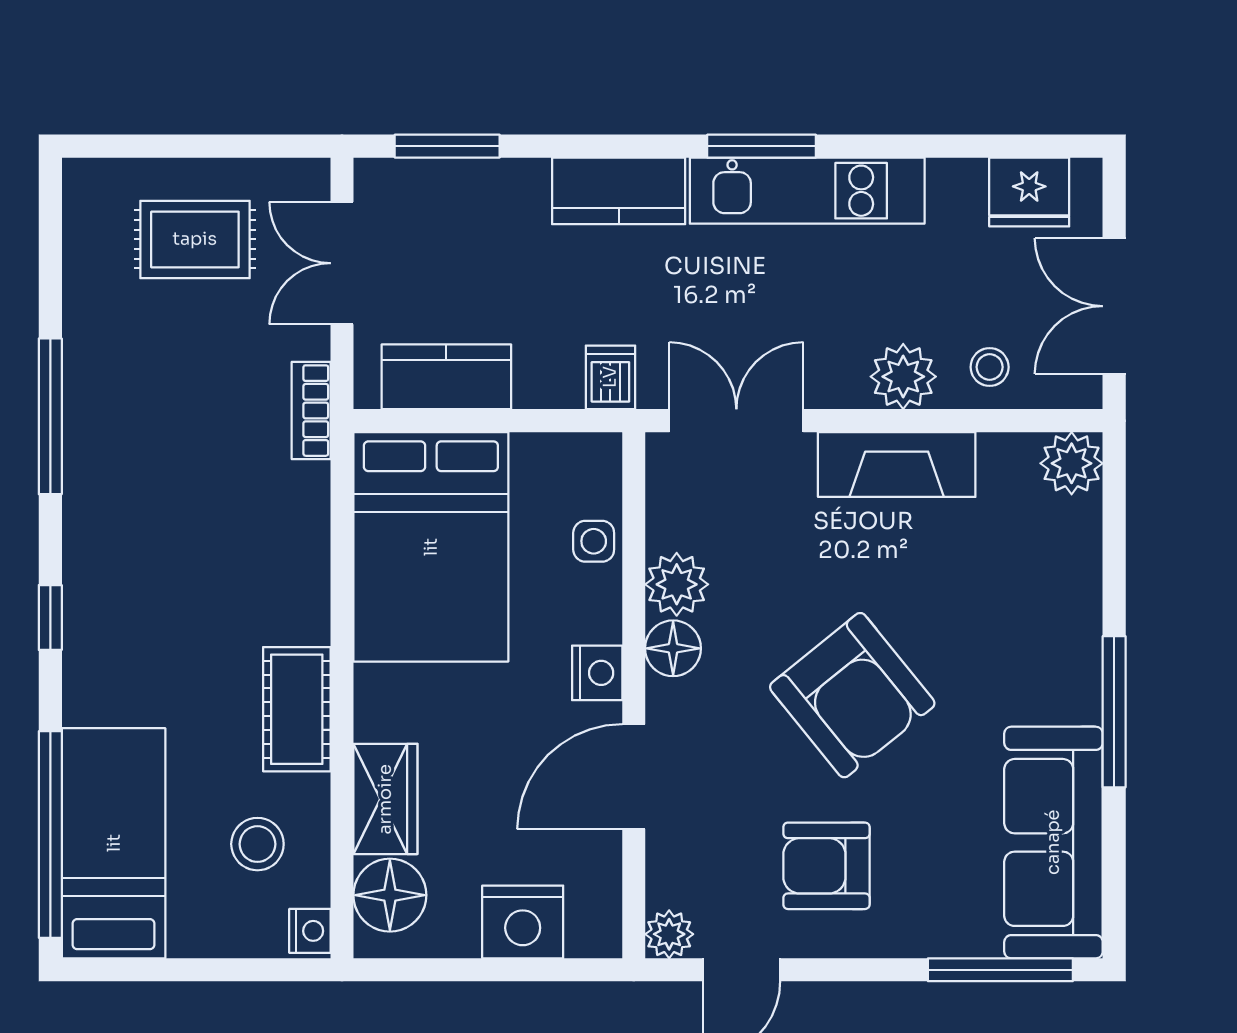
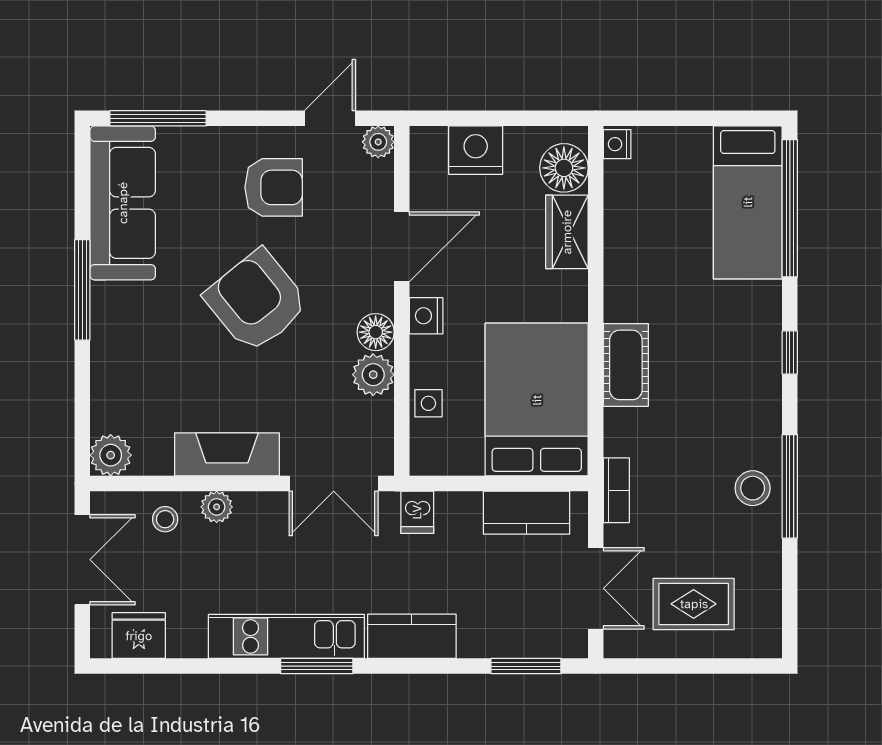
plant: (903, 377) -> (217, 507), width x0.73, depth x0.73
cot: (297, 709) -> (626, 365), moved
stool: (257, 844) -> (753, 488), moved

